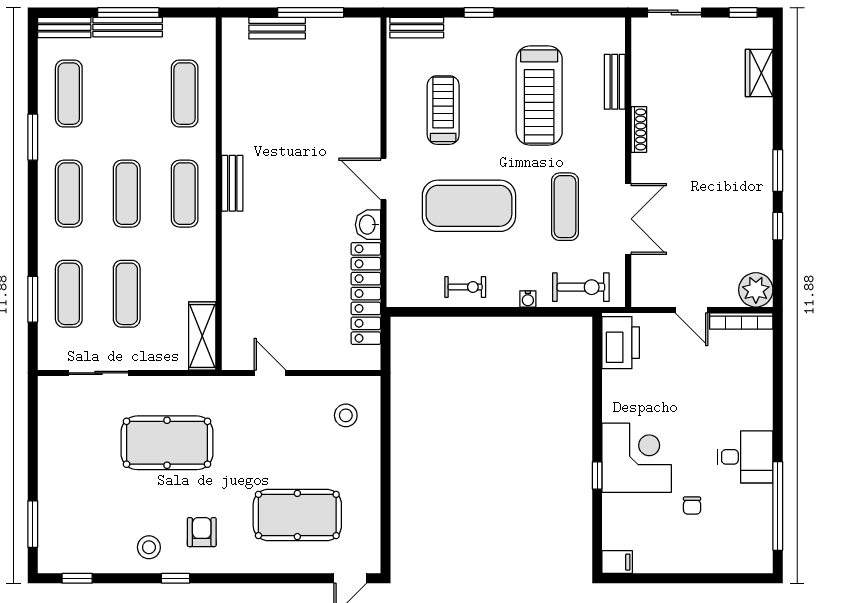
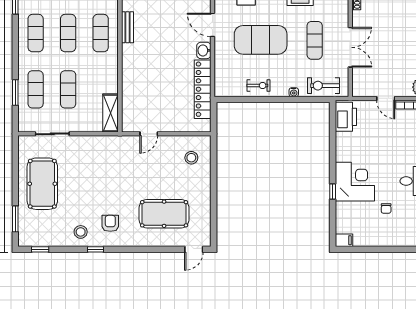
exercise bike: (581, 287) -> (324, 86), turned 180
door: (270, 373) -> (149, 134), swing flipped
pool table: (167, 443) -> (42, 184), moved, turned 90

